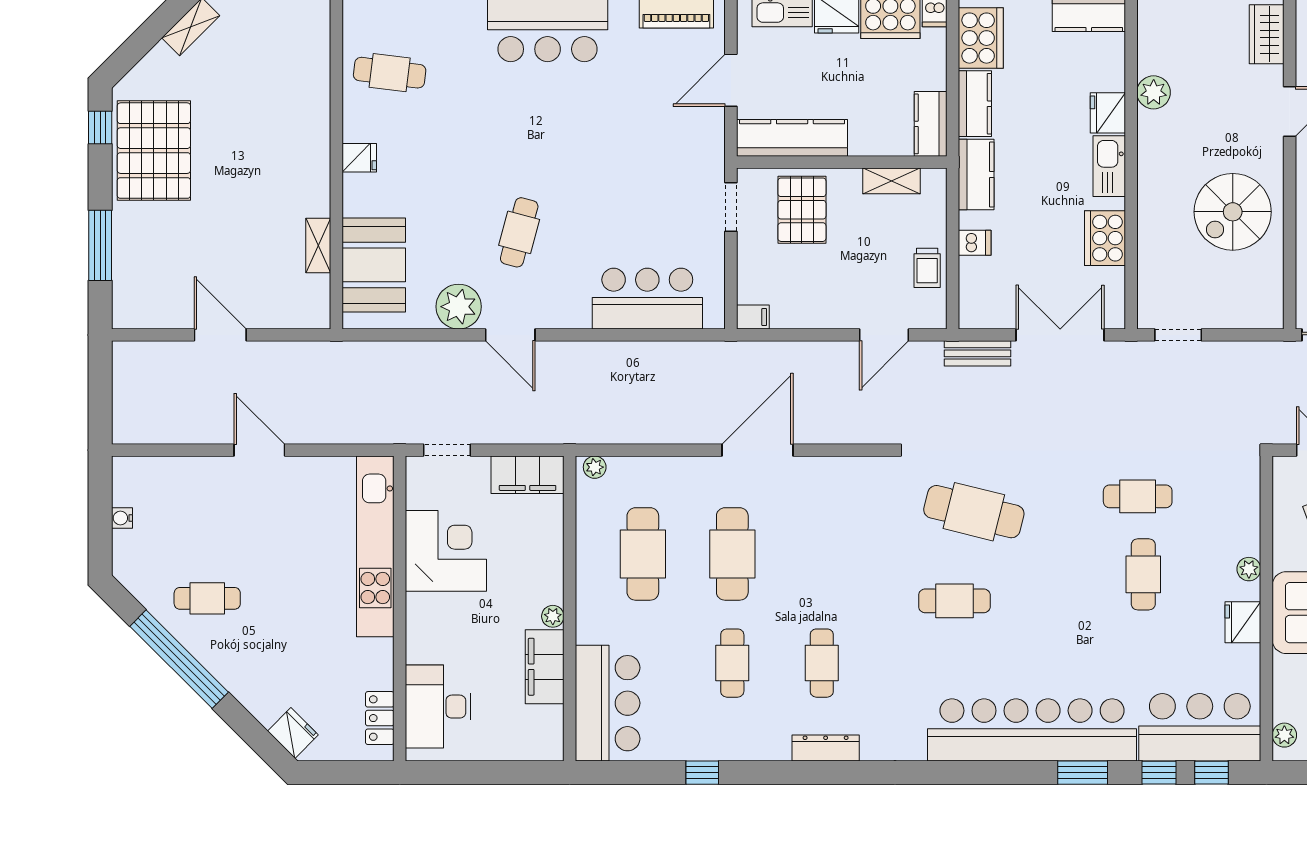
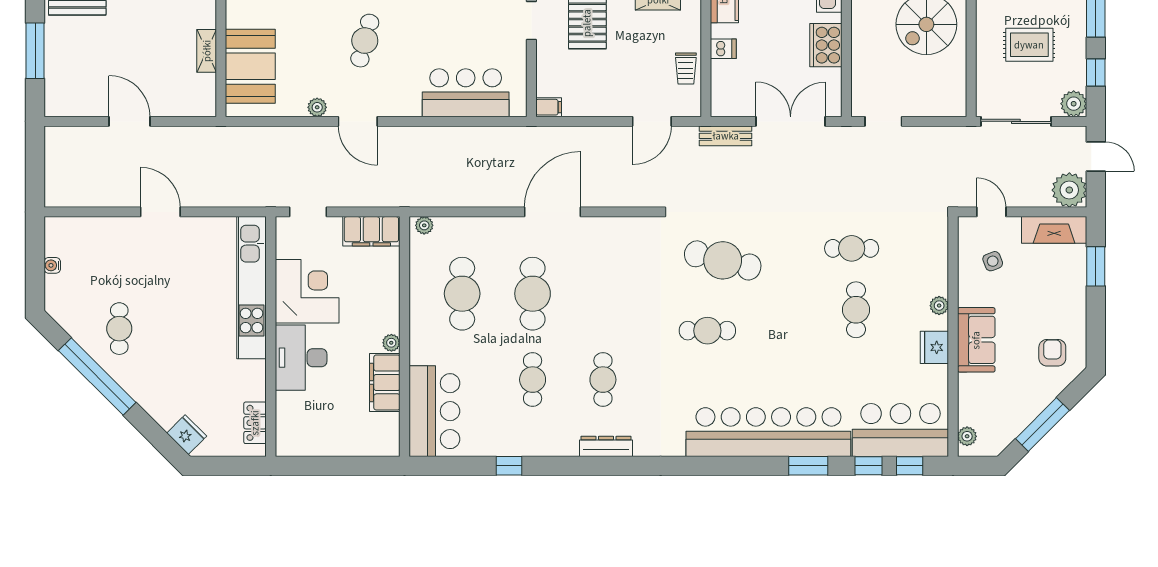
plant: (459, 307) -> (317, 107), width x0.53, depth x0.53
cafe table: (207, 598) -> (119, 329), turned 90
desk: (438, 707) -> (301, 358), moved

